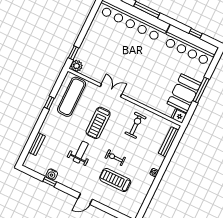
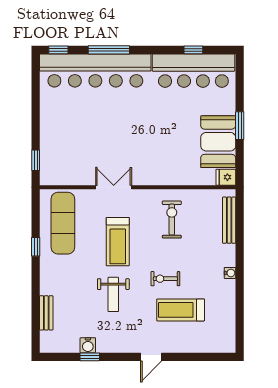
plant: (77, 66) -> (49, 176), removed
window: (201, 90) -> (240, 126), width x0.69
weight bench: (81, 152) -> (113, 294), turned 180

